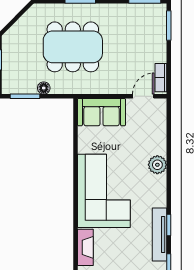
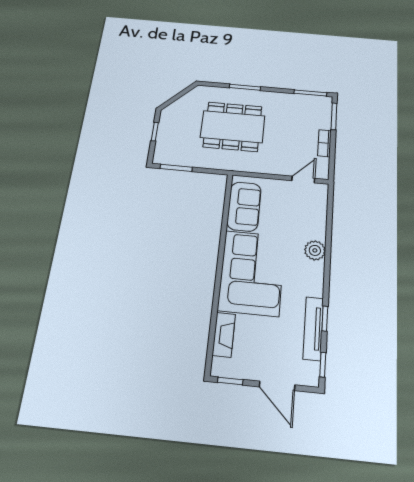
bookcase: (161, 78) -> (324, 143), moved
floor lamp: (44, 88) -> (197, 162), removed
sofa: (102, 112) -> (244, 206), moved, turned -90

